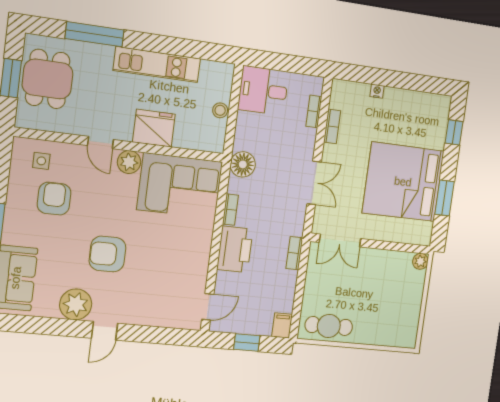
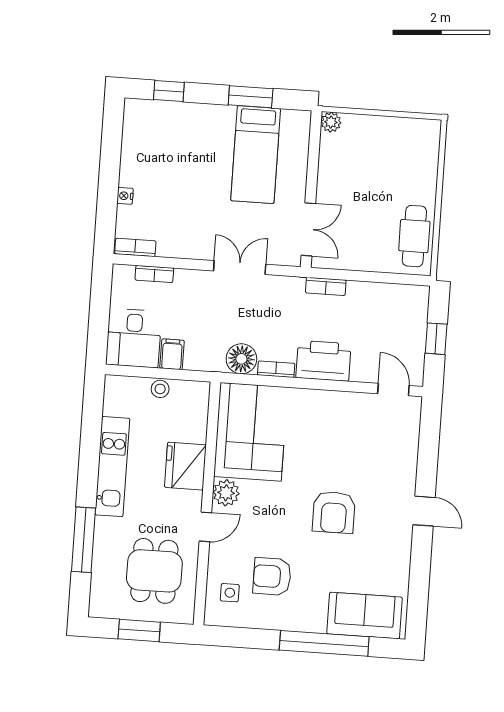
dining table: (48, 79) -> (154, 571), moved, turned 90
bookcase: (332, 126) -> (135, 247), moved
floor lamp: (243, 164) -> (241, 359), moved
bed: (403, 182) -> (256, 155), width x0.49
plant: (76, 304) -> (394, 546), removed
filing cabinet: (282, 325) -> (172, 354), moved, turned 90

